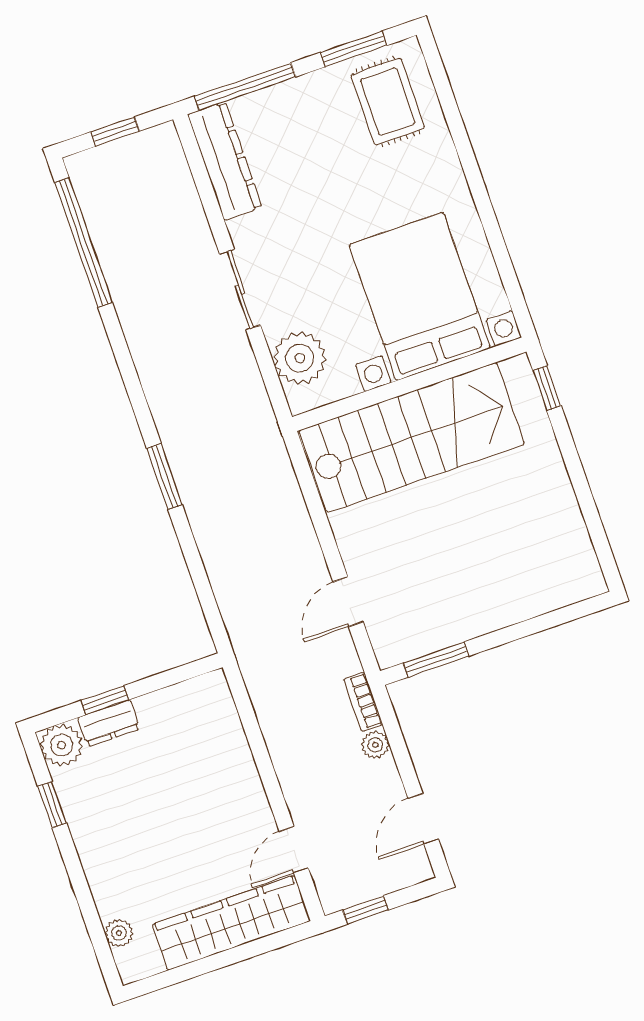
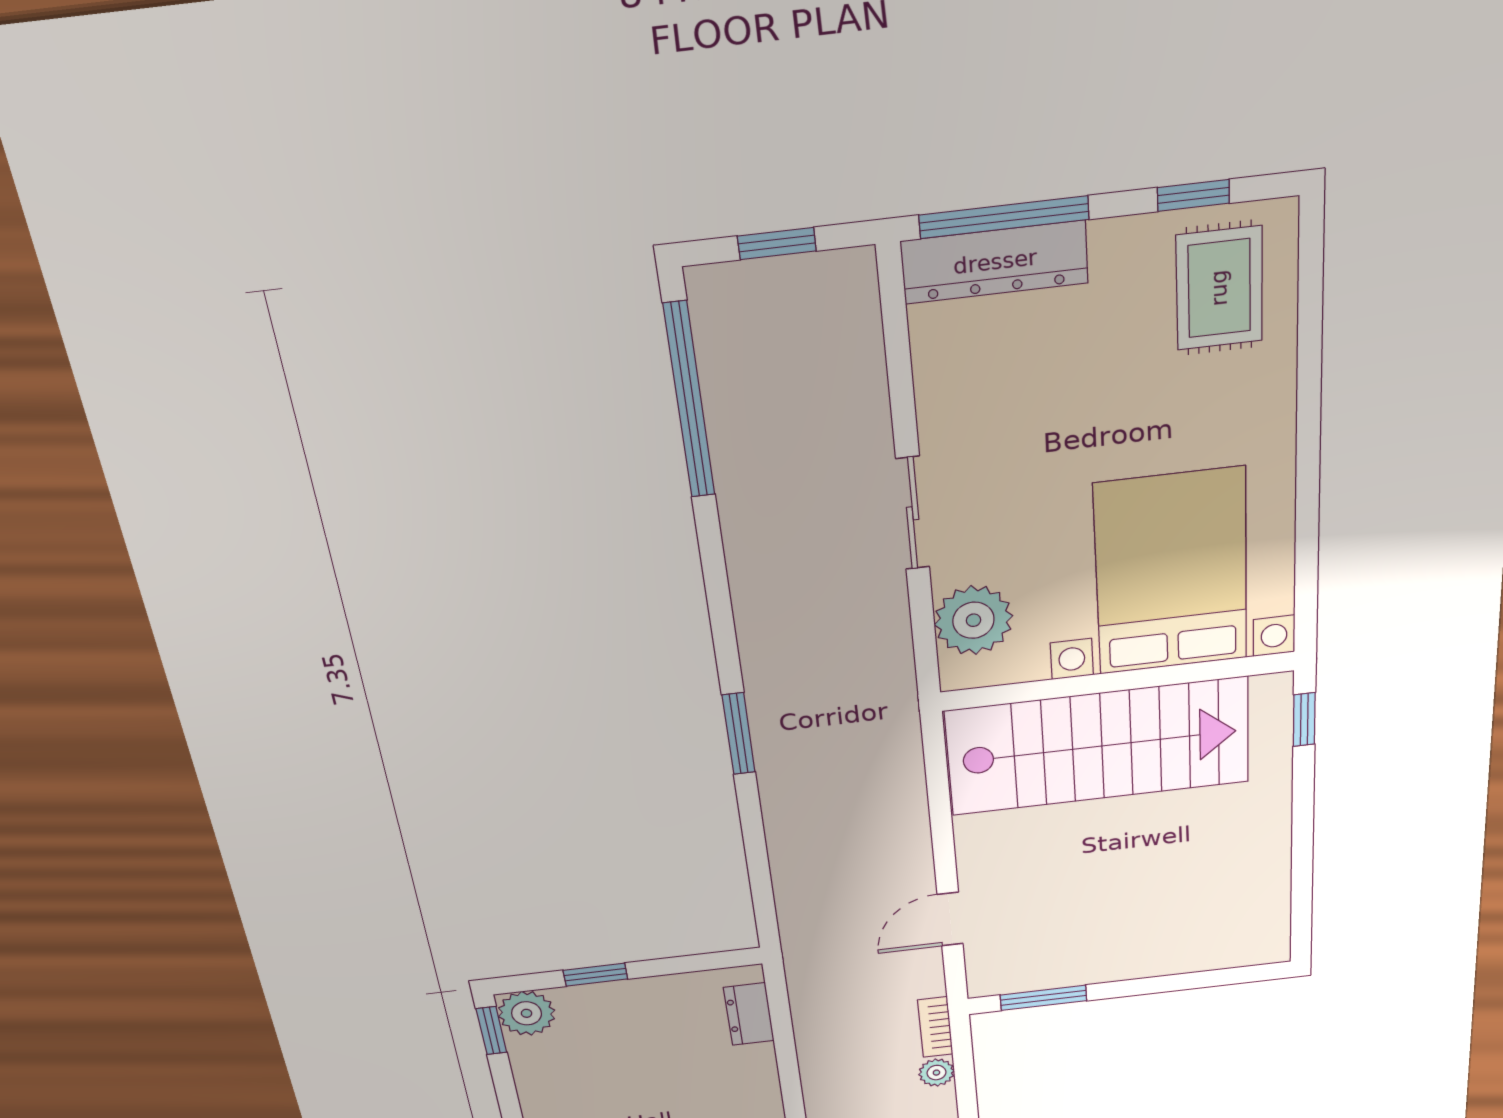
window: (353, 49) -> (1193, 195), width x0.67
dresser: (225, 161) -> (995, 262), moved, turned 90
dresser: (109, 723) -> (749, 1014), moved, turned 90
window: (52, 805) -> (491, 1031), moved

